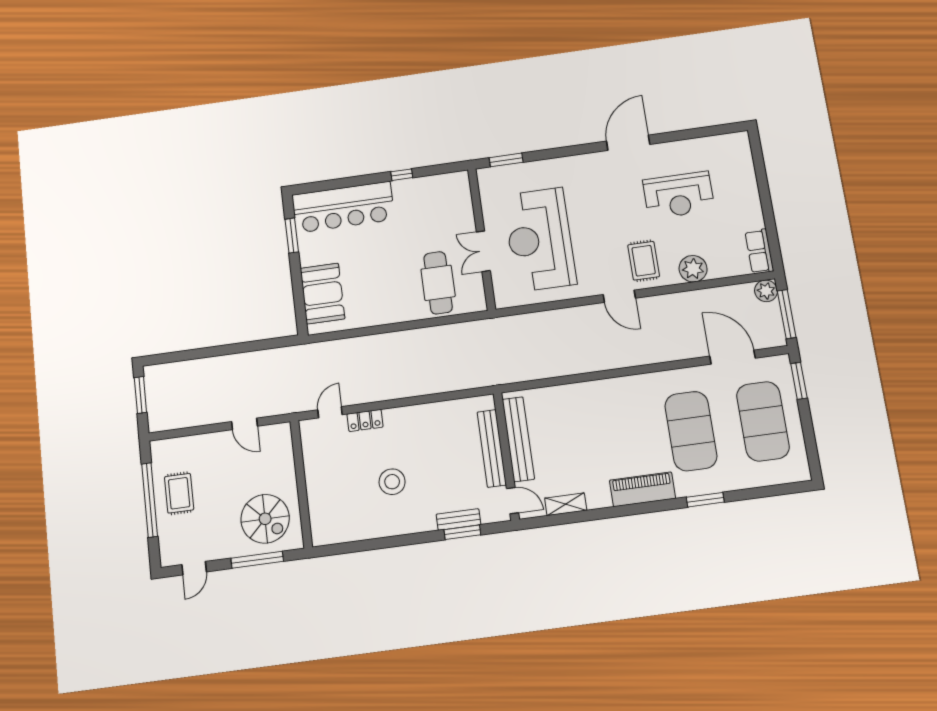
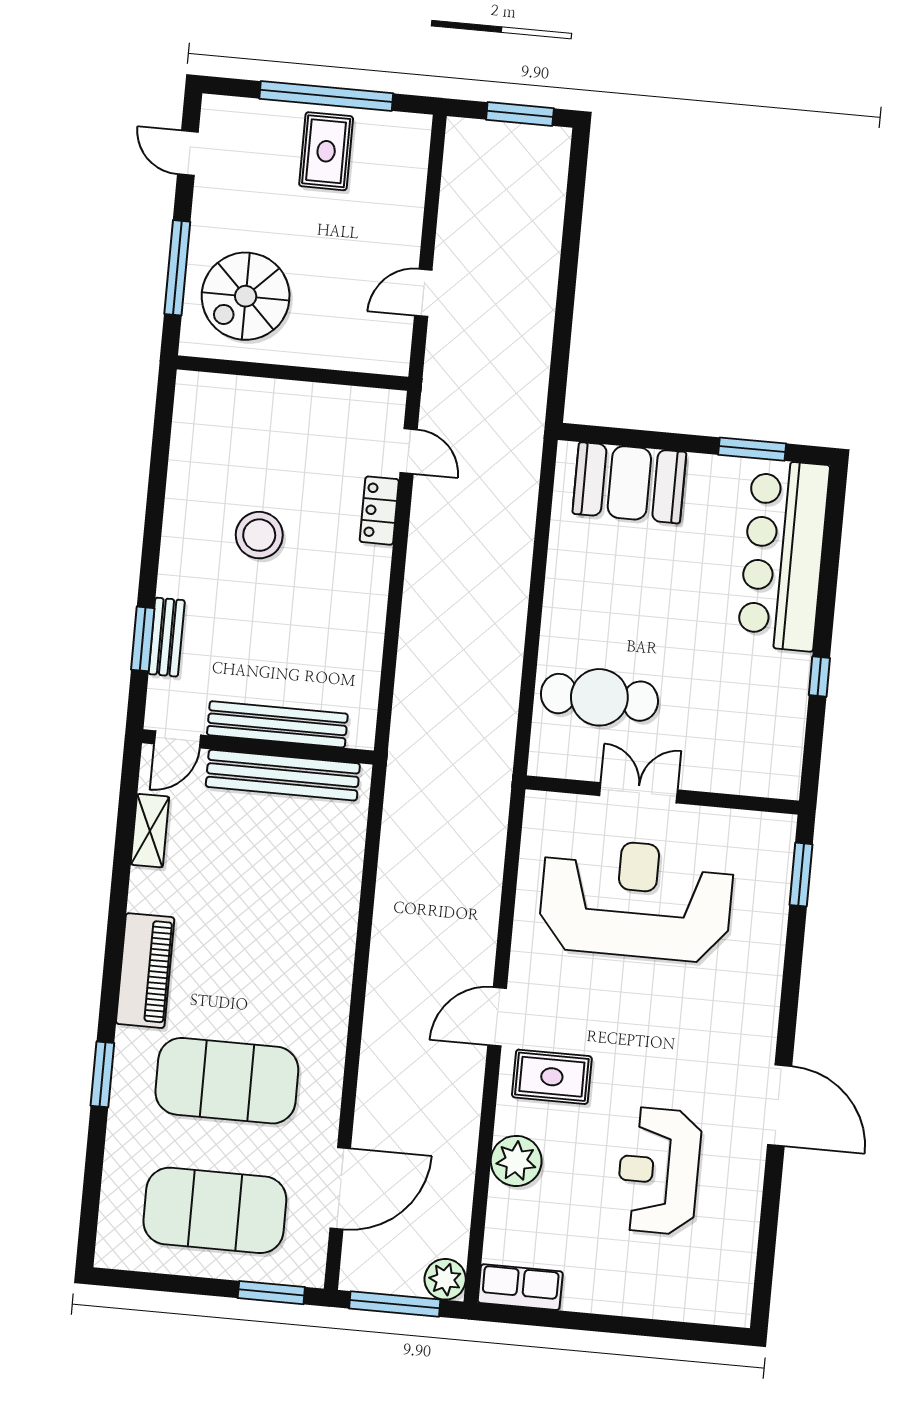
rug: (179, 493) -> (326, 151), turned 90

